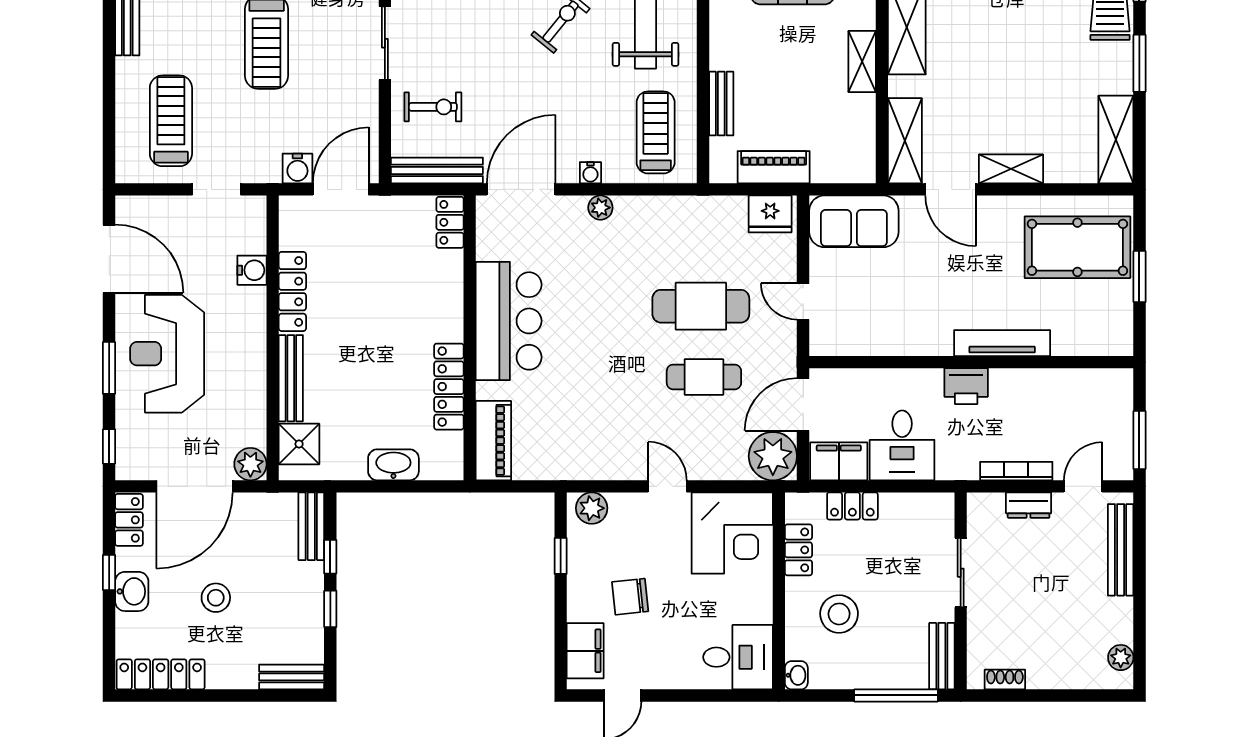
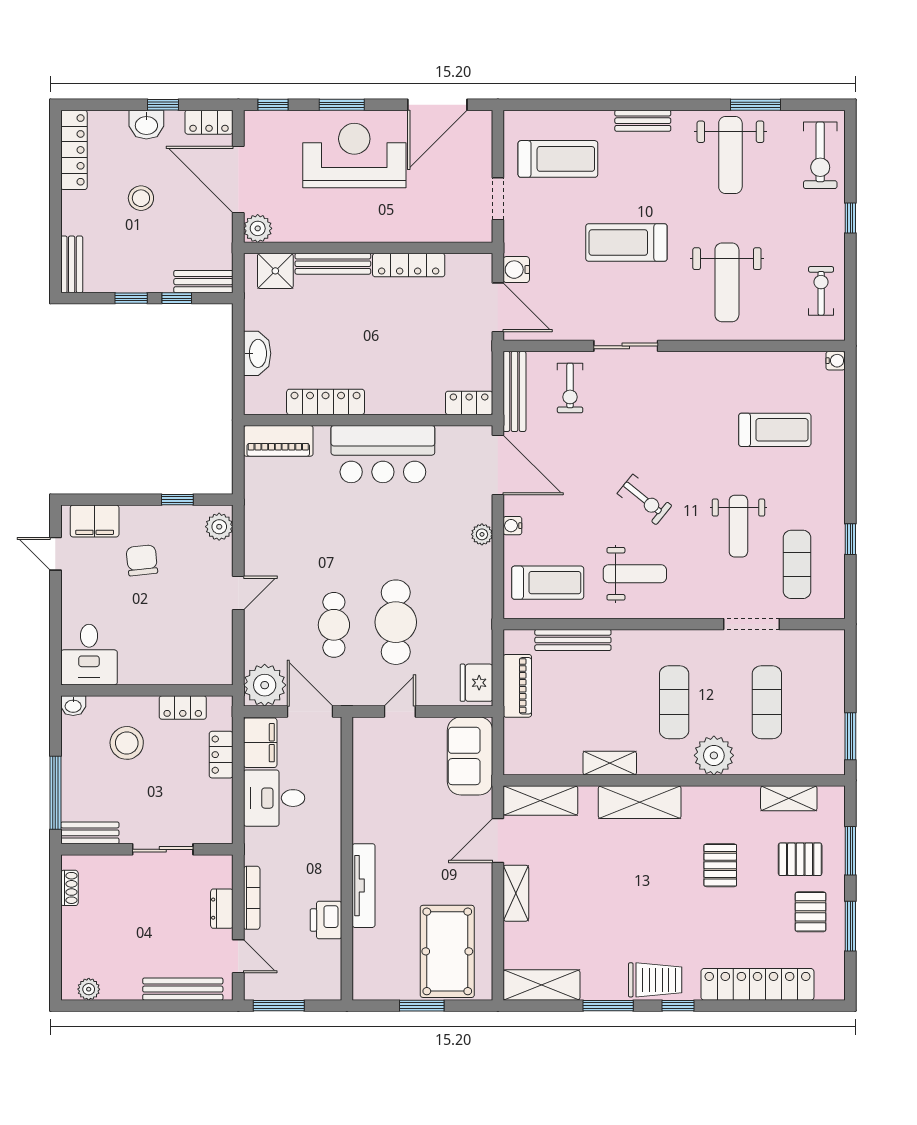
bench: (721, 104) -> (573, 640), width x1.36
water cooler: (252, 270) -> (427, 230), removed
printer: (966, 386) -> (326, 920), moved
corner desk: (732, 533) -> (197, 650), removed

